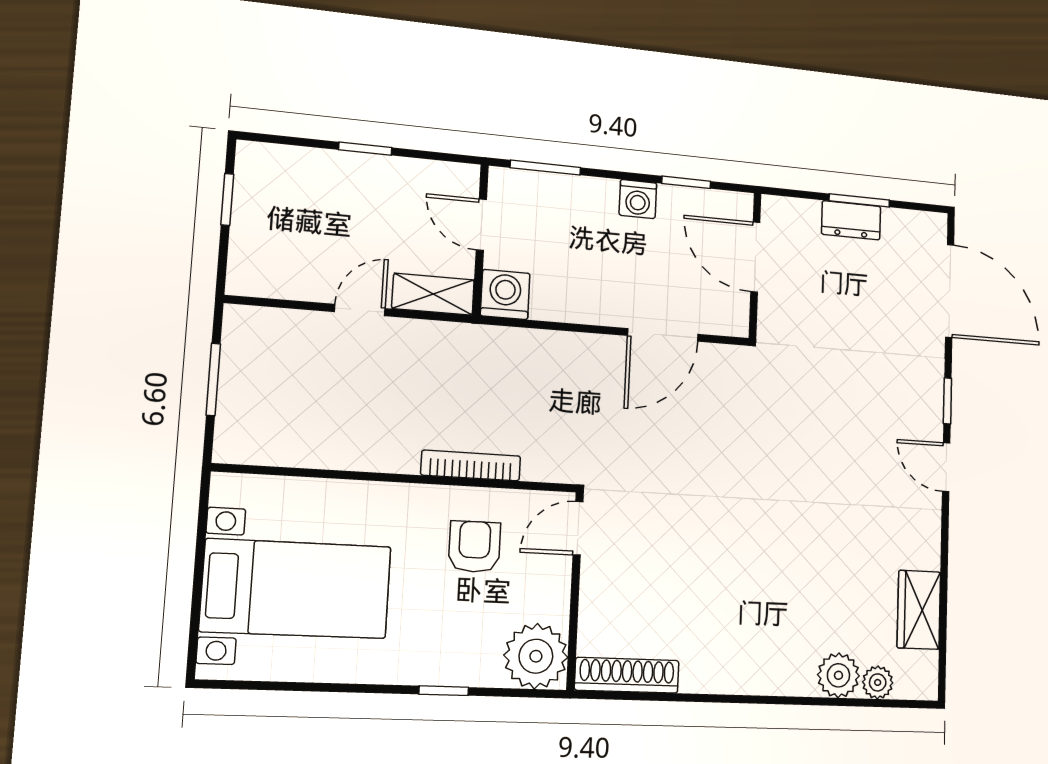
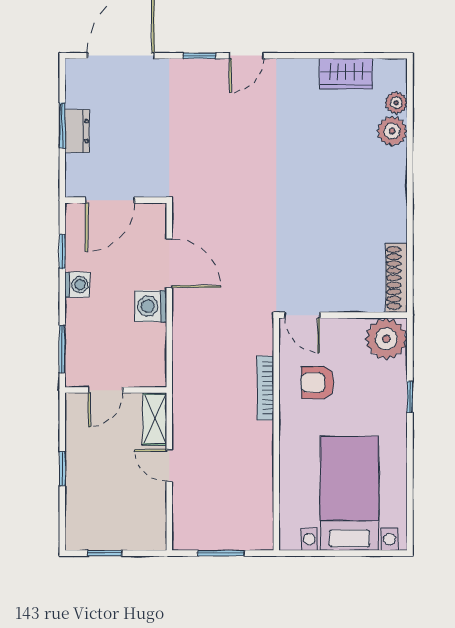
washing machine: (505, 294) -> (151, 306), moved

